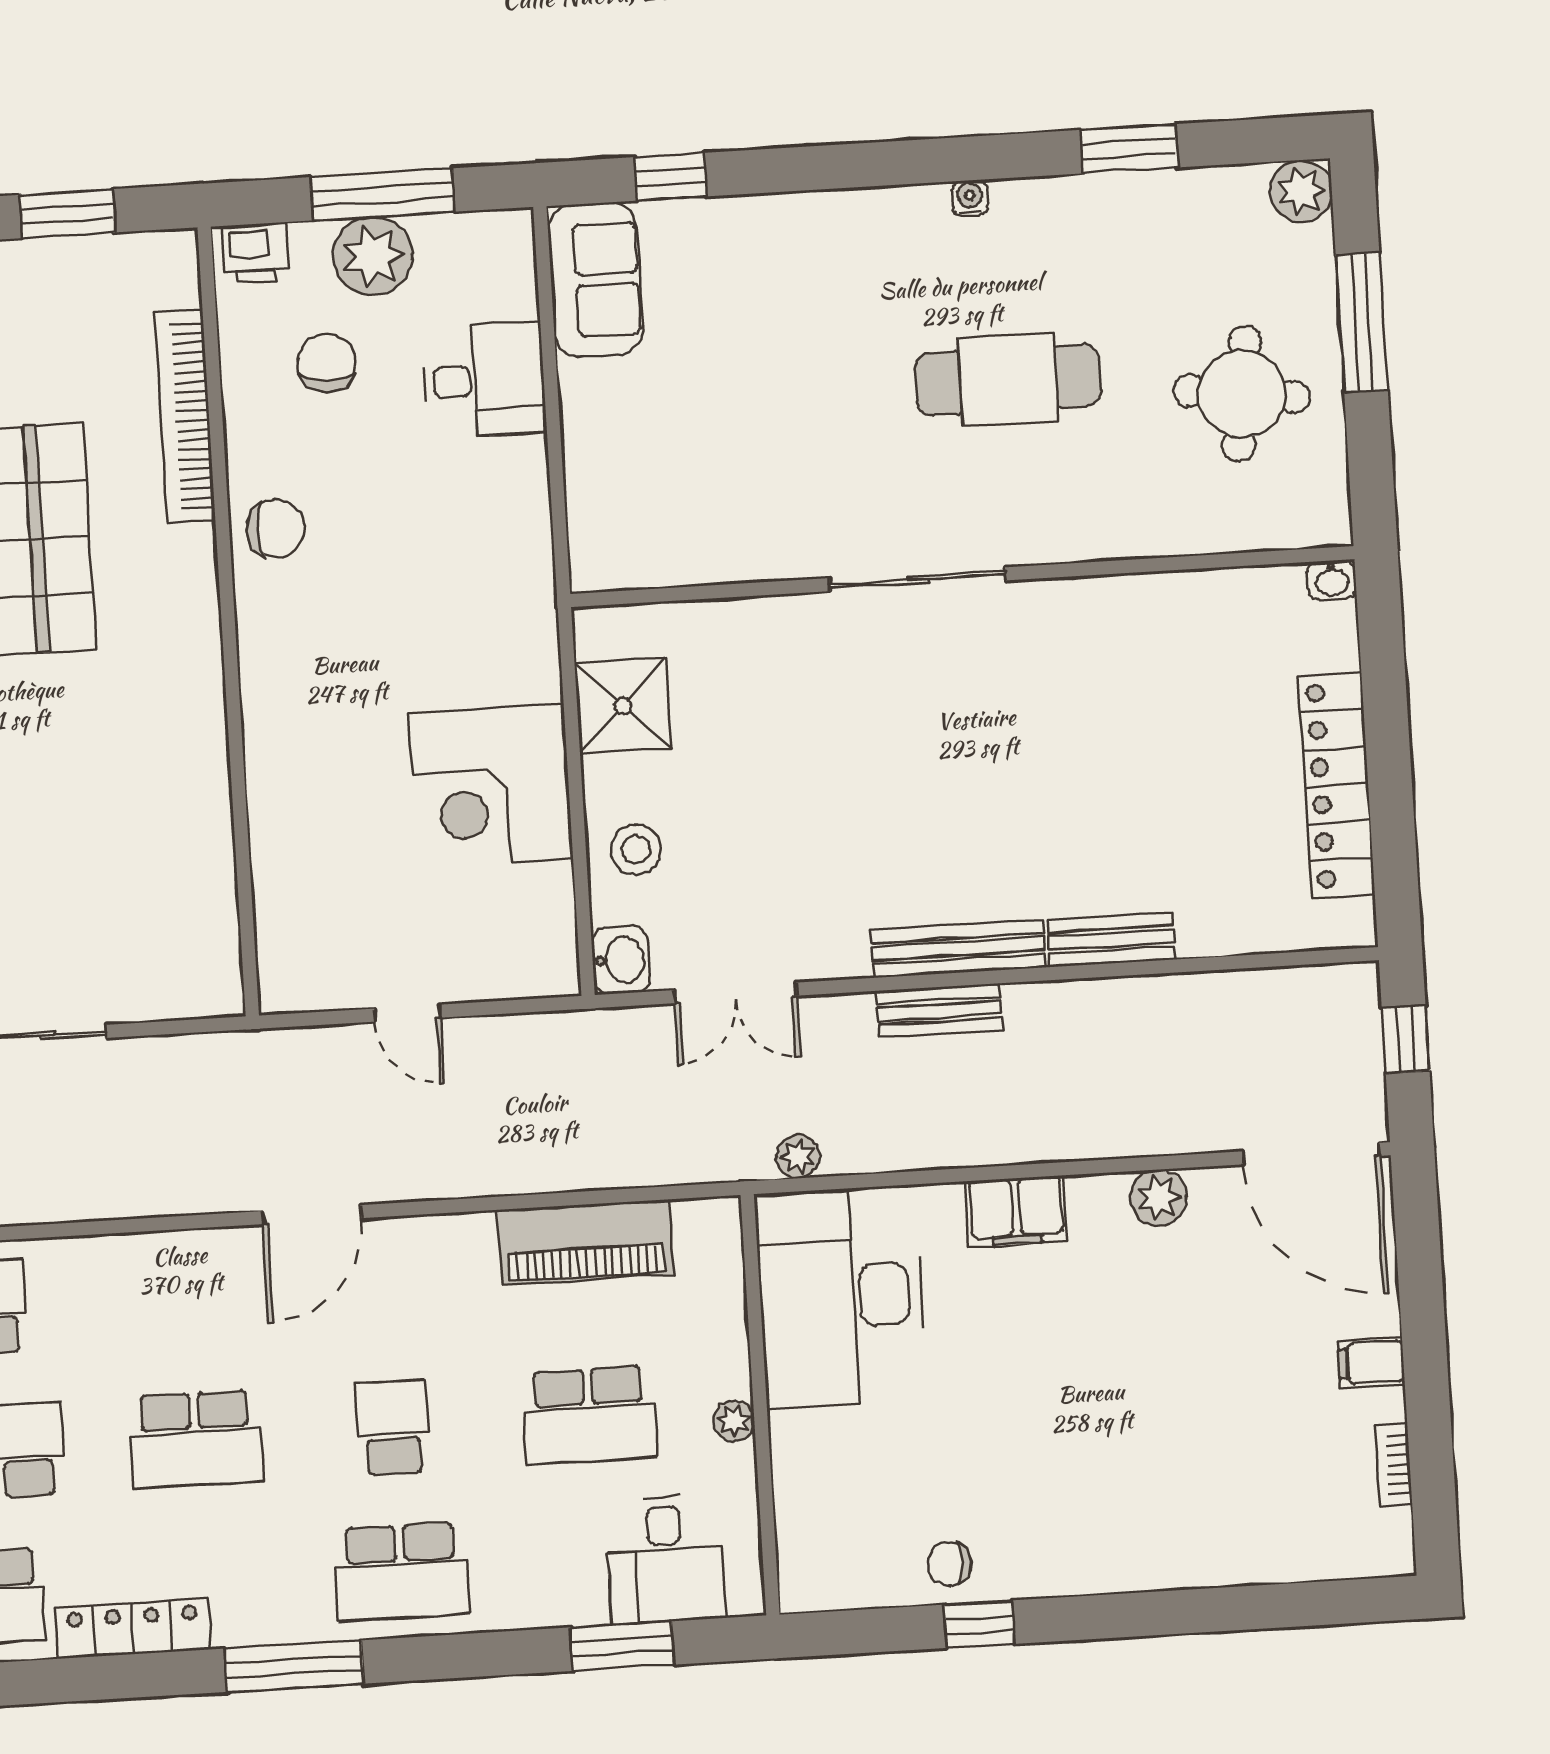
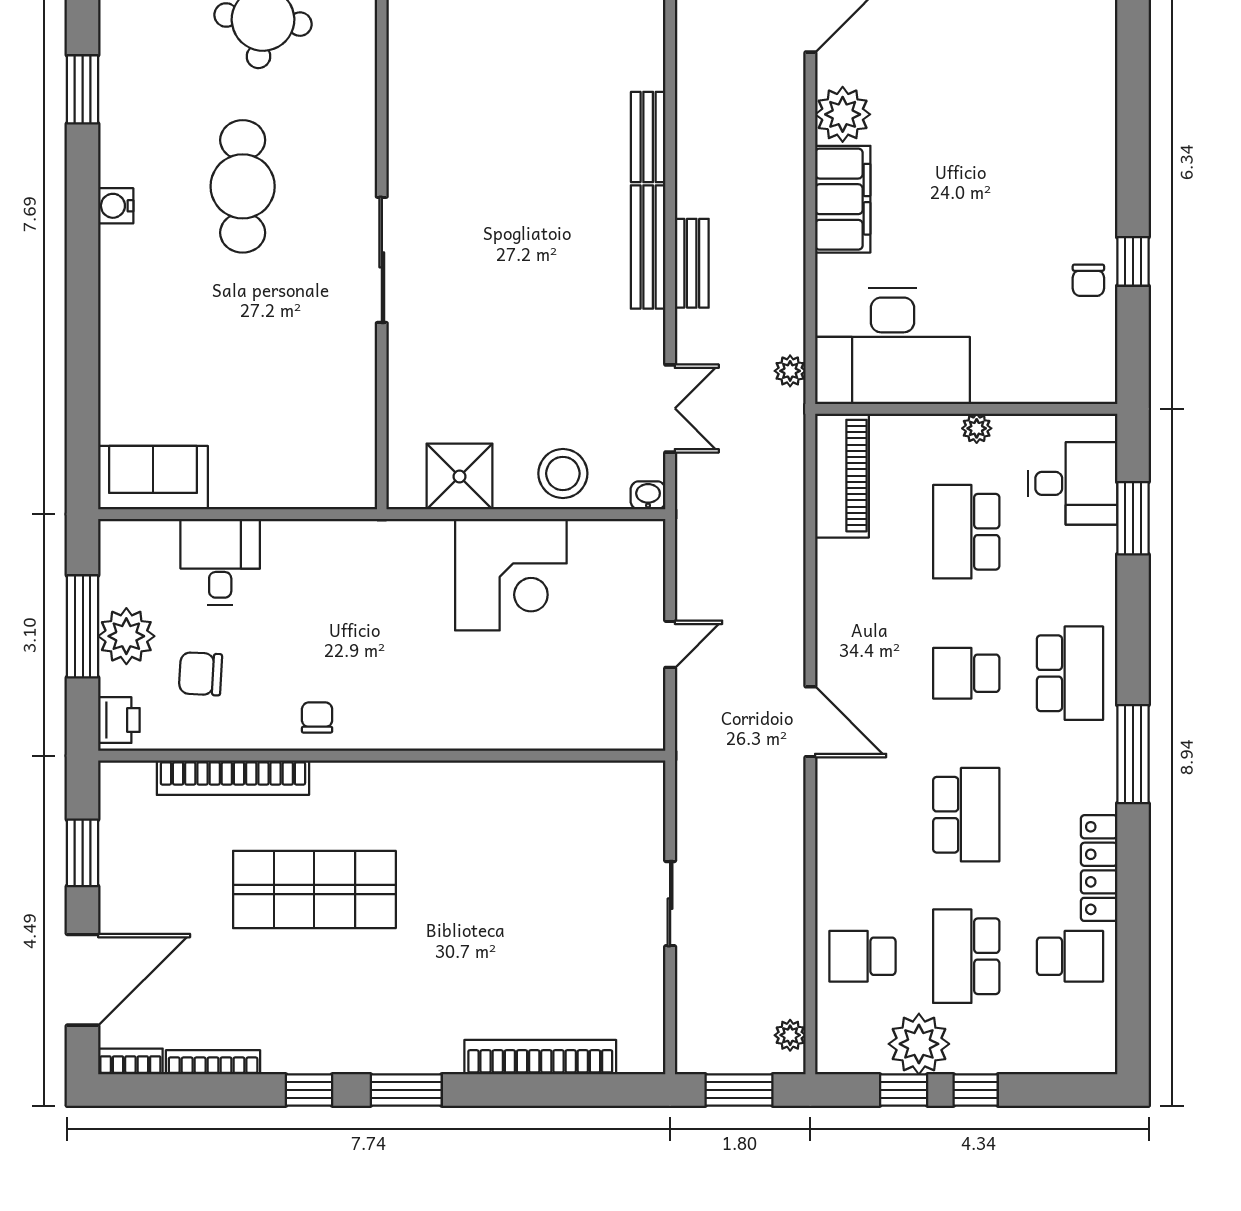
window: (670, 177) -> (83, 419), removed
water cooler: (970, 198) -> (116, 206), width x1.38, depth x1.38
chair: (276, 528) -> (317, 717), width x0.73, depth x0.73
stool: (636, 849) -> (563, 473), width x1.38, depth x1.38
washbasin: (621, 960) -> (648, 495), width x0.72, depth x0.69
plant: (1159, 1198) -> (843, 114), width x1.36, depth x1.36
filing cabinet: (1016, 1211) -> (843, 199), width x1.50, depth x1.17
piano: (585, 1242) -> (842, 476), moved
school desk: (589, 1415) -> (966, 532), turned 180

